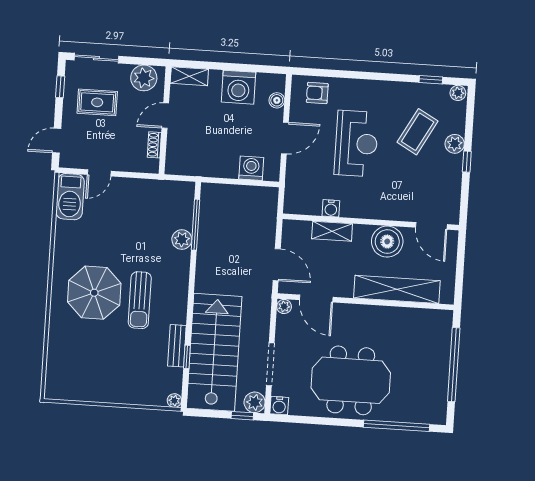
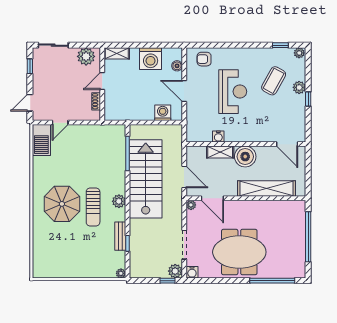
rug: (97, 102) -> (56, 75), removed
door: (285, 138) -> (184, 91), swing flipped
plant: (182, 240) -> (119, 201), moved
boiler: (387, 242) -> (245, 157), moved
stairs: (214, 352) -> (146, 179), moved

